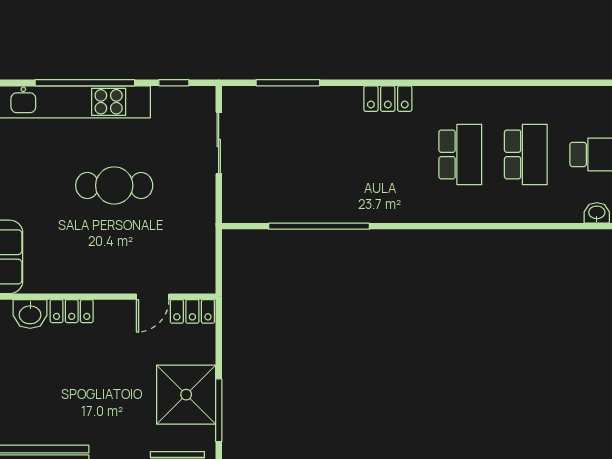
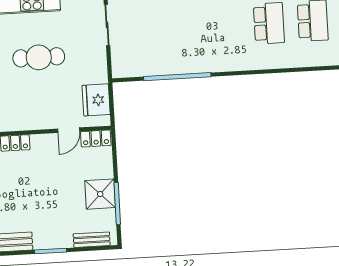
fridge: (196, 254) -> (96, 100), added
shower: (186, 395) -> (100, 194), width x0.73, depth x0.73

